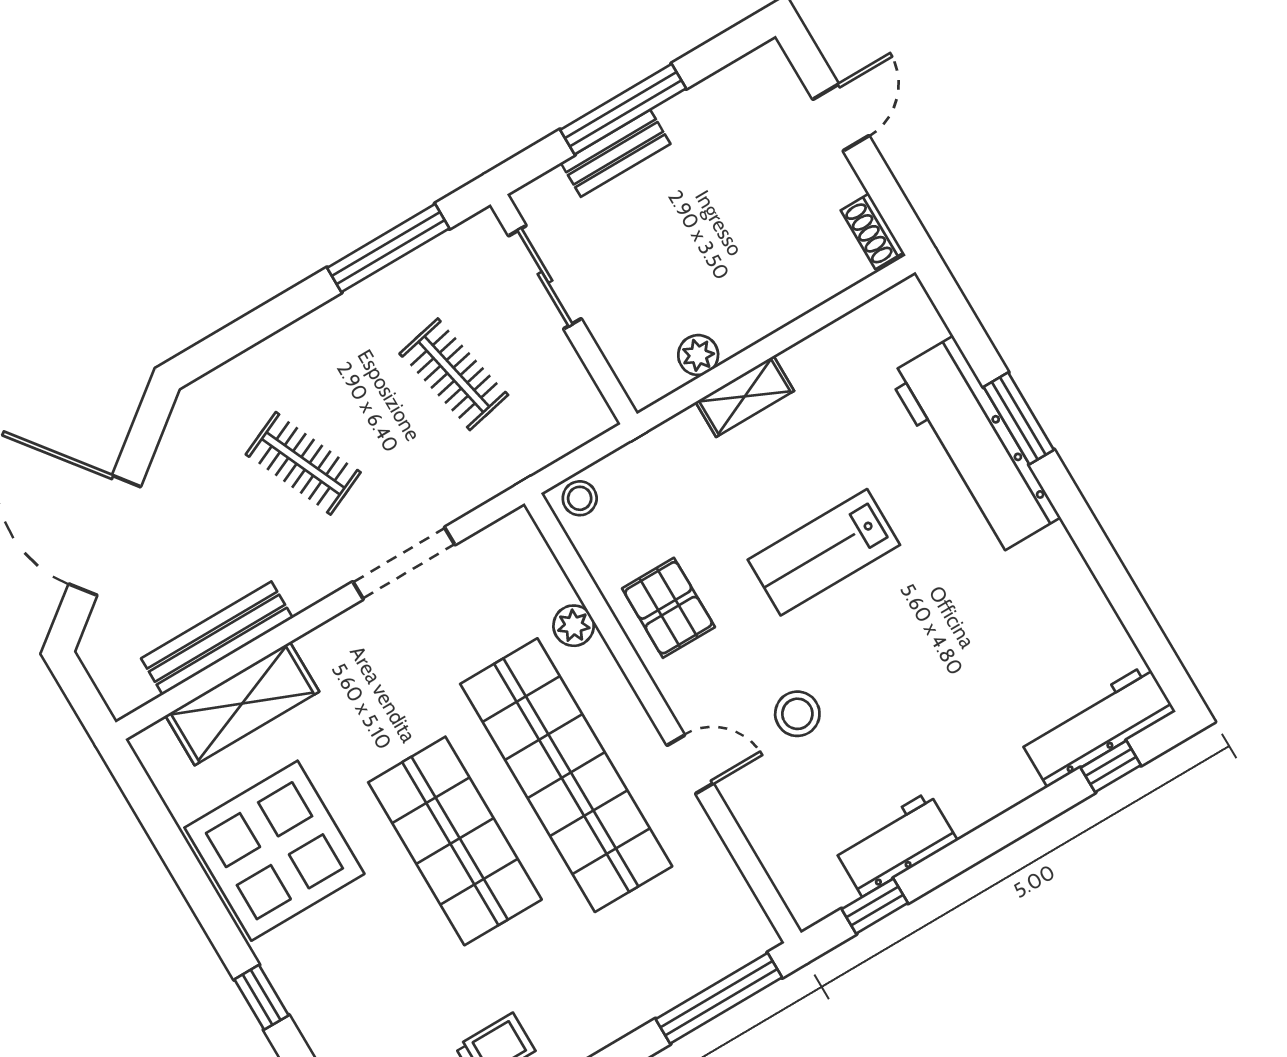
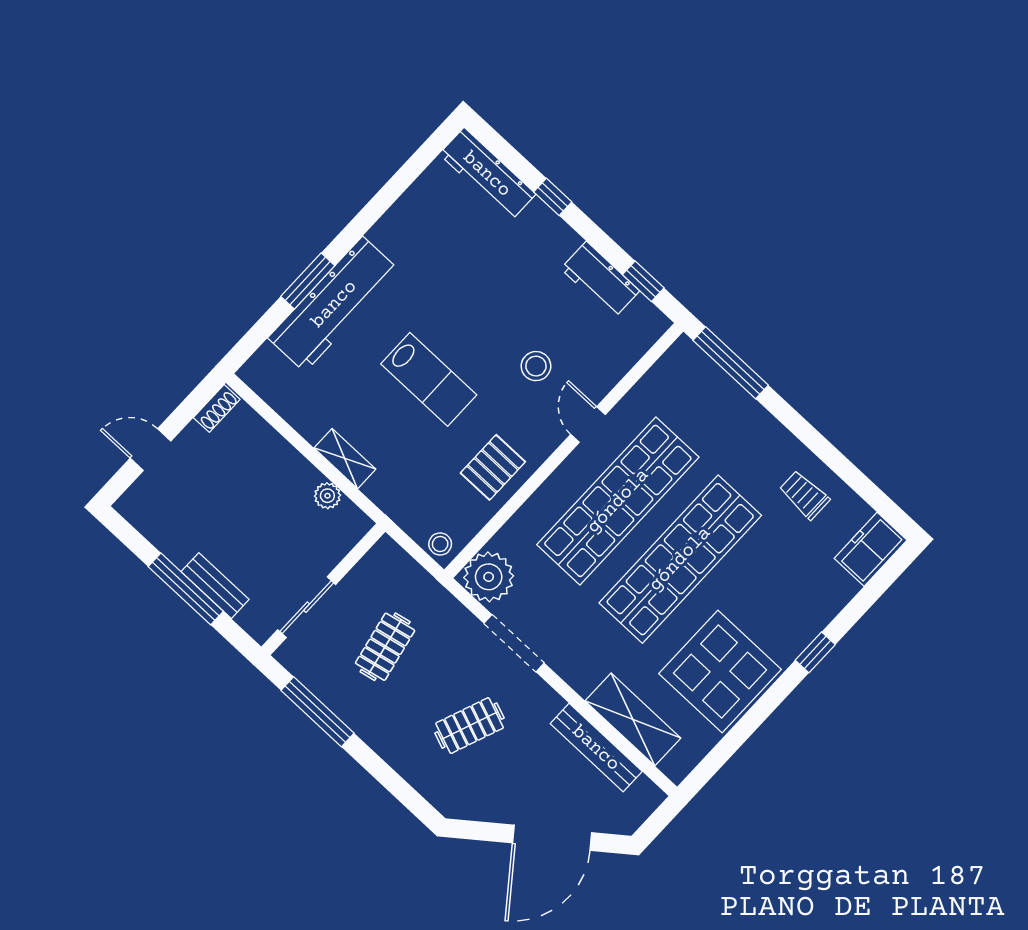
clothes rail: (303, 463) -> (470, 726), turned 45
plant: (574, 626) -> (489, 577), moved, width x1.87, depth x1.87
window: (1111, 766) -> (553, 197), moved
shop shelf: (455, 841) -> (680, 559), width x1.40

